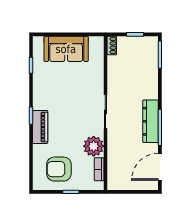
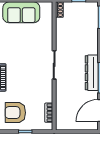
plant: (94, 146) -> (44, 94), removed

